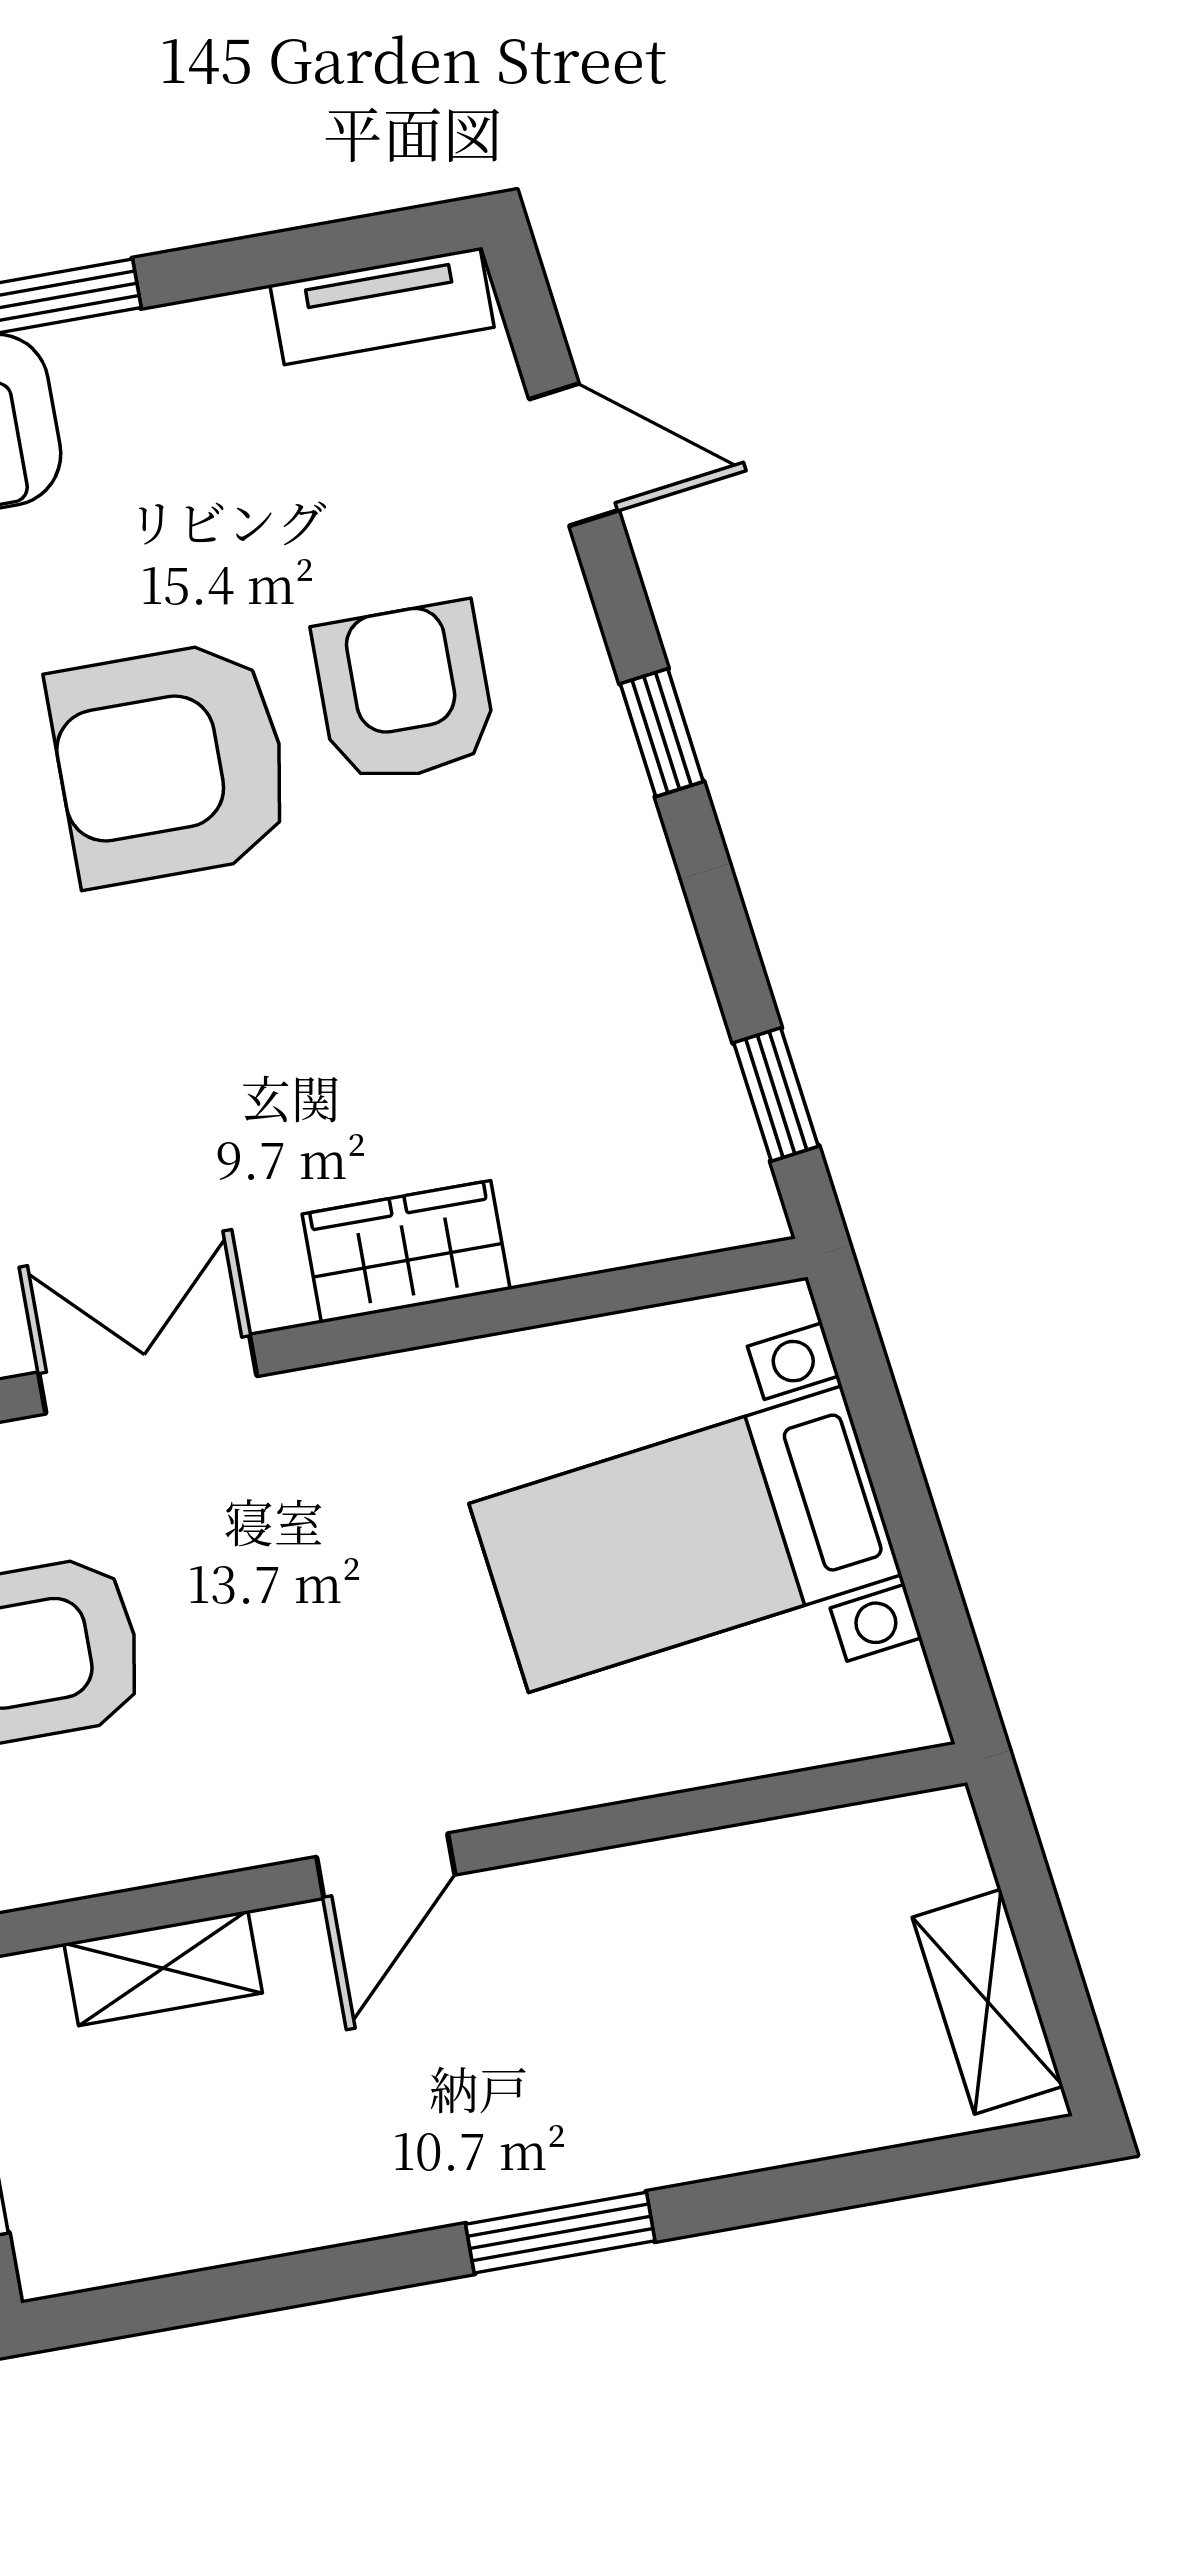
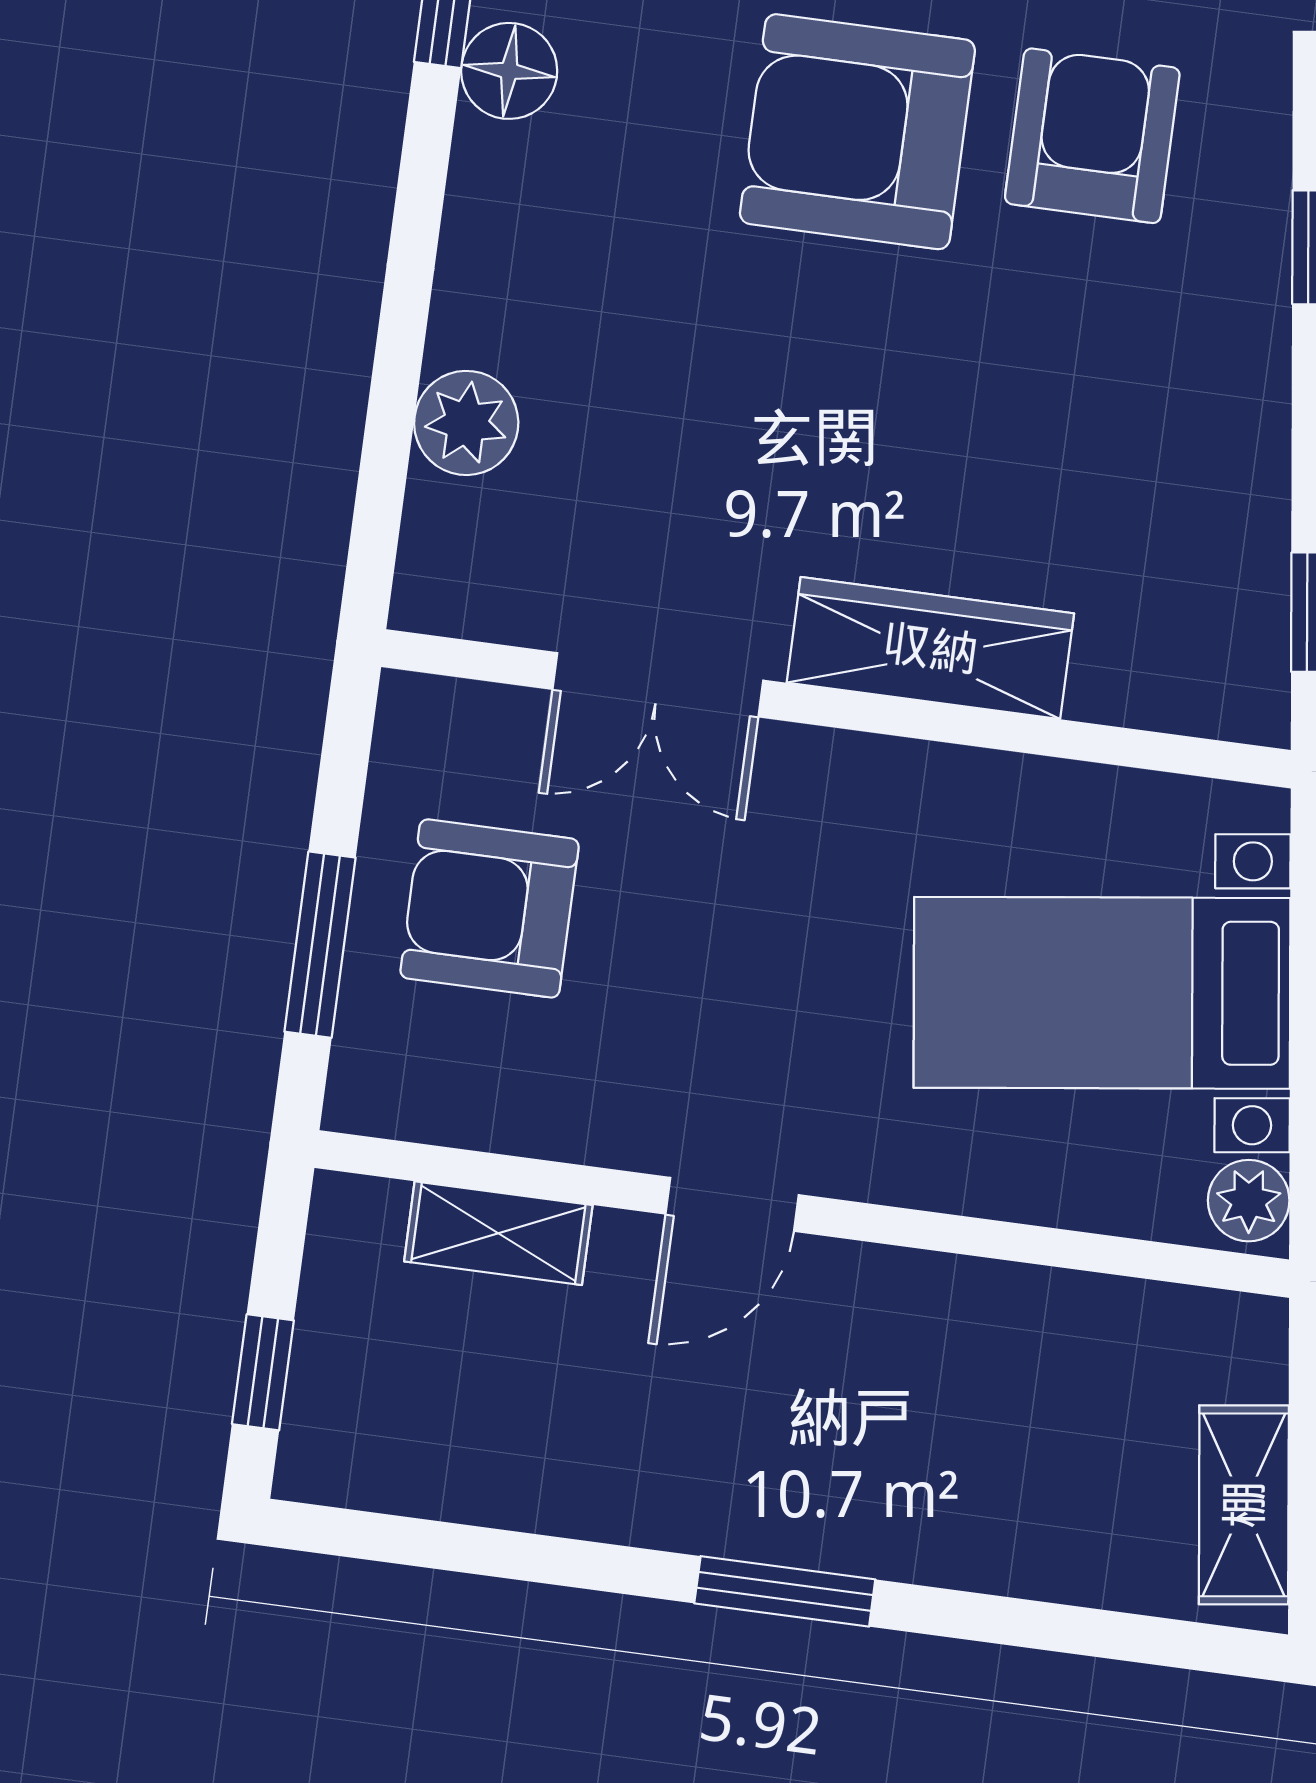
wardrobe: (406, 1252) -> (930, 648), width x1.50
double door: (148, 1374) -> (658, 685), swing flipped
plant: (896, 1699) -> (1249, 1201), added

